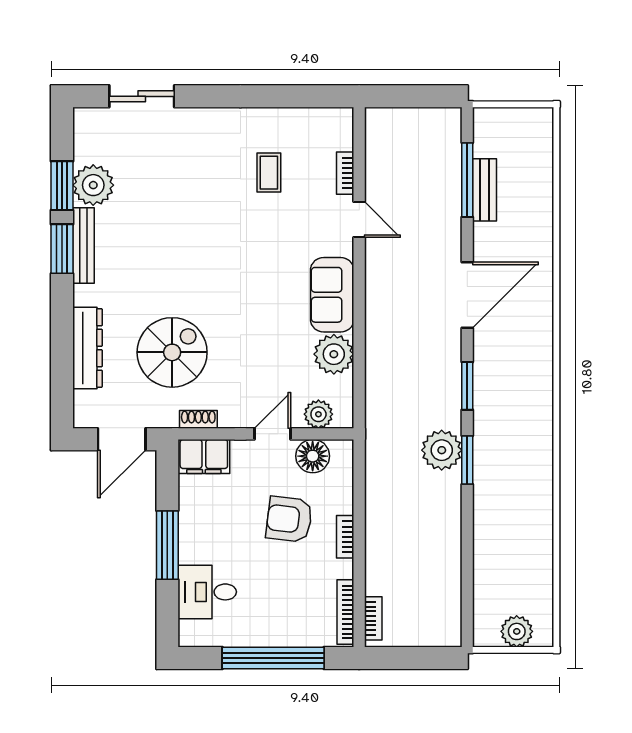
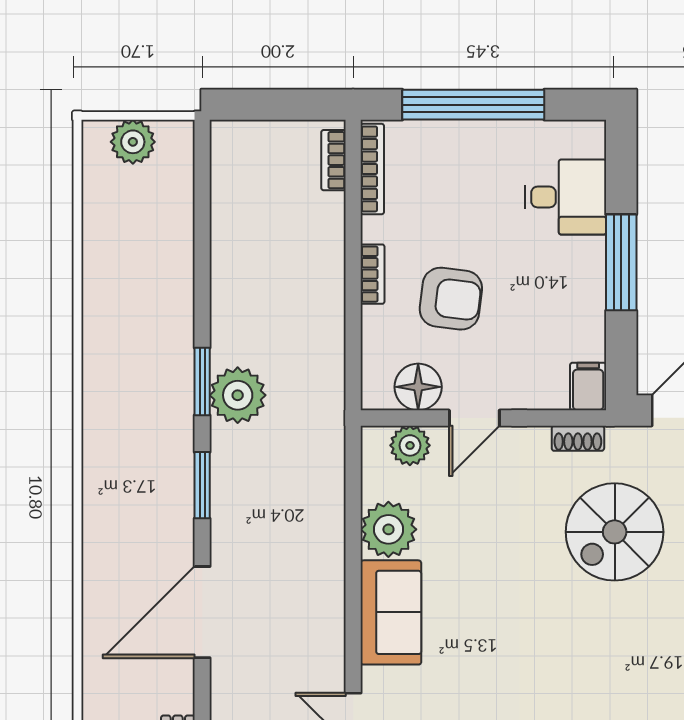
filing cabinet: (204, 456) -> (588, 387), width x0.50

